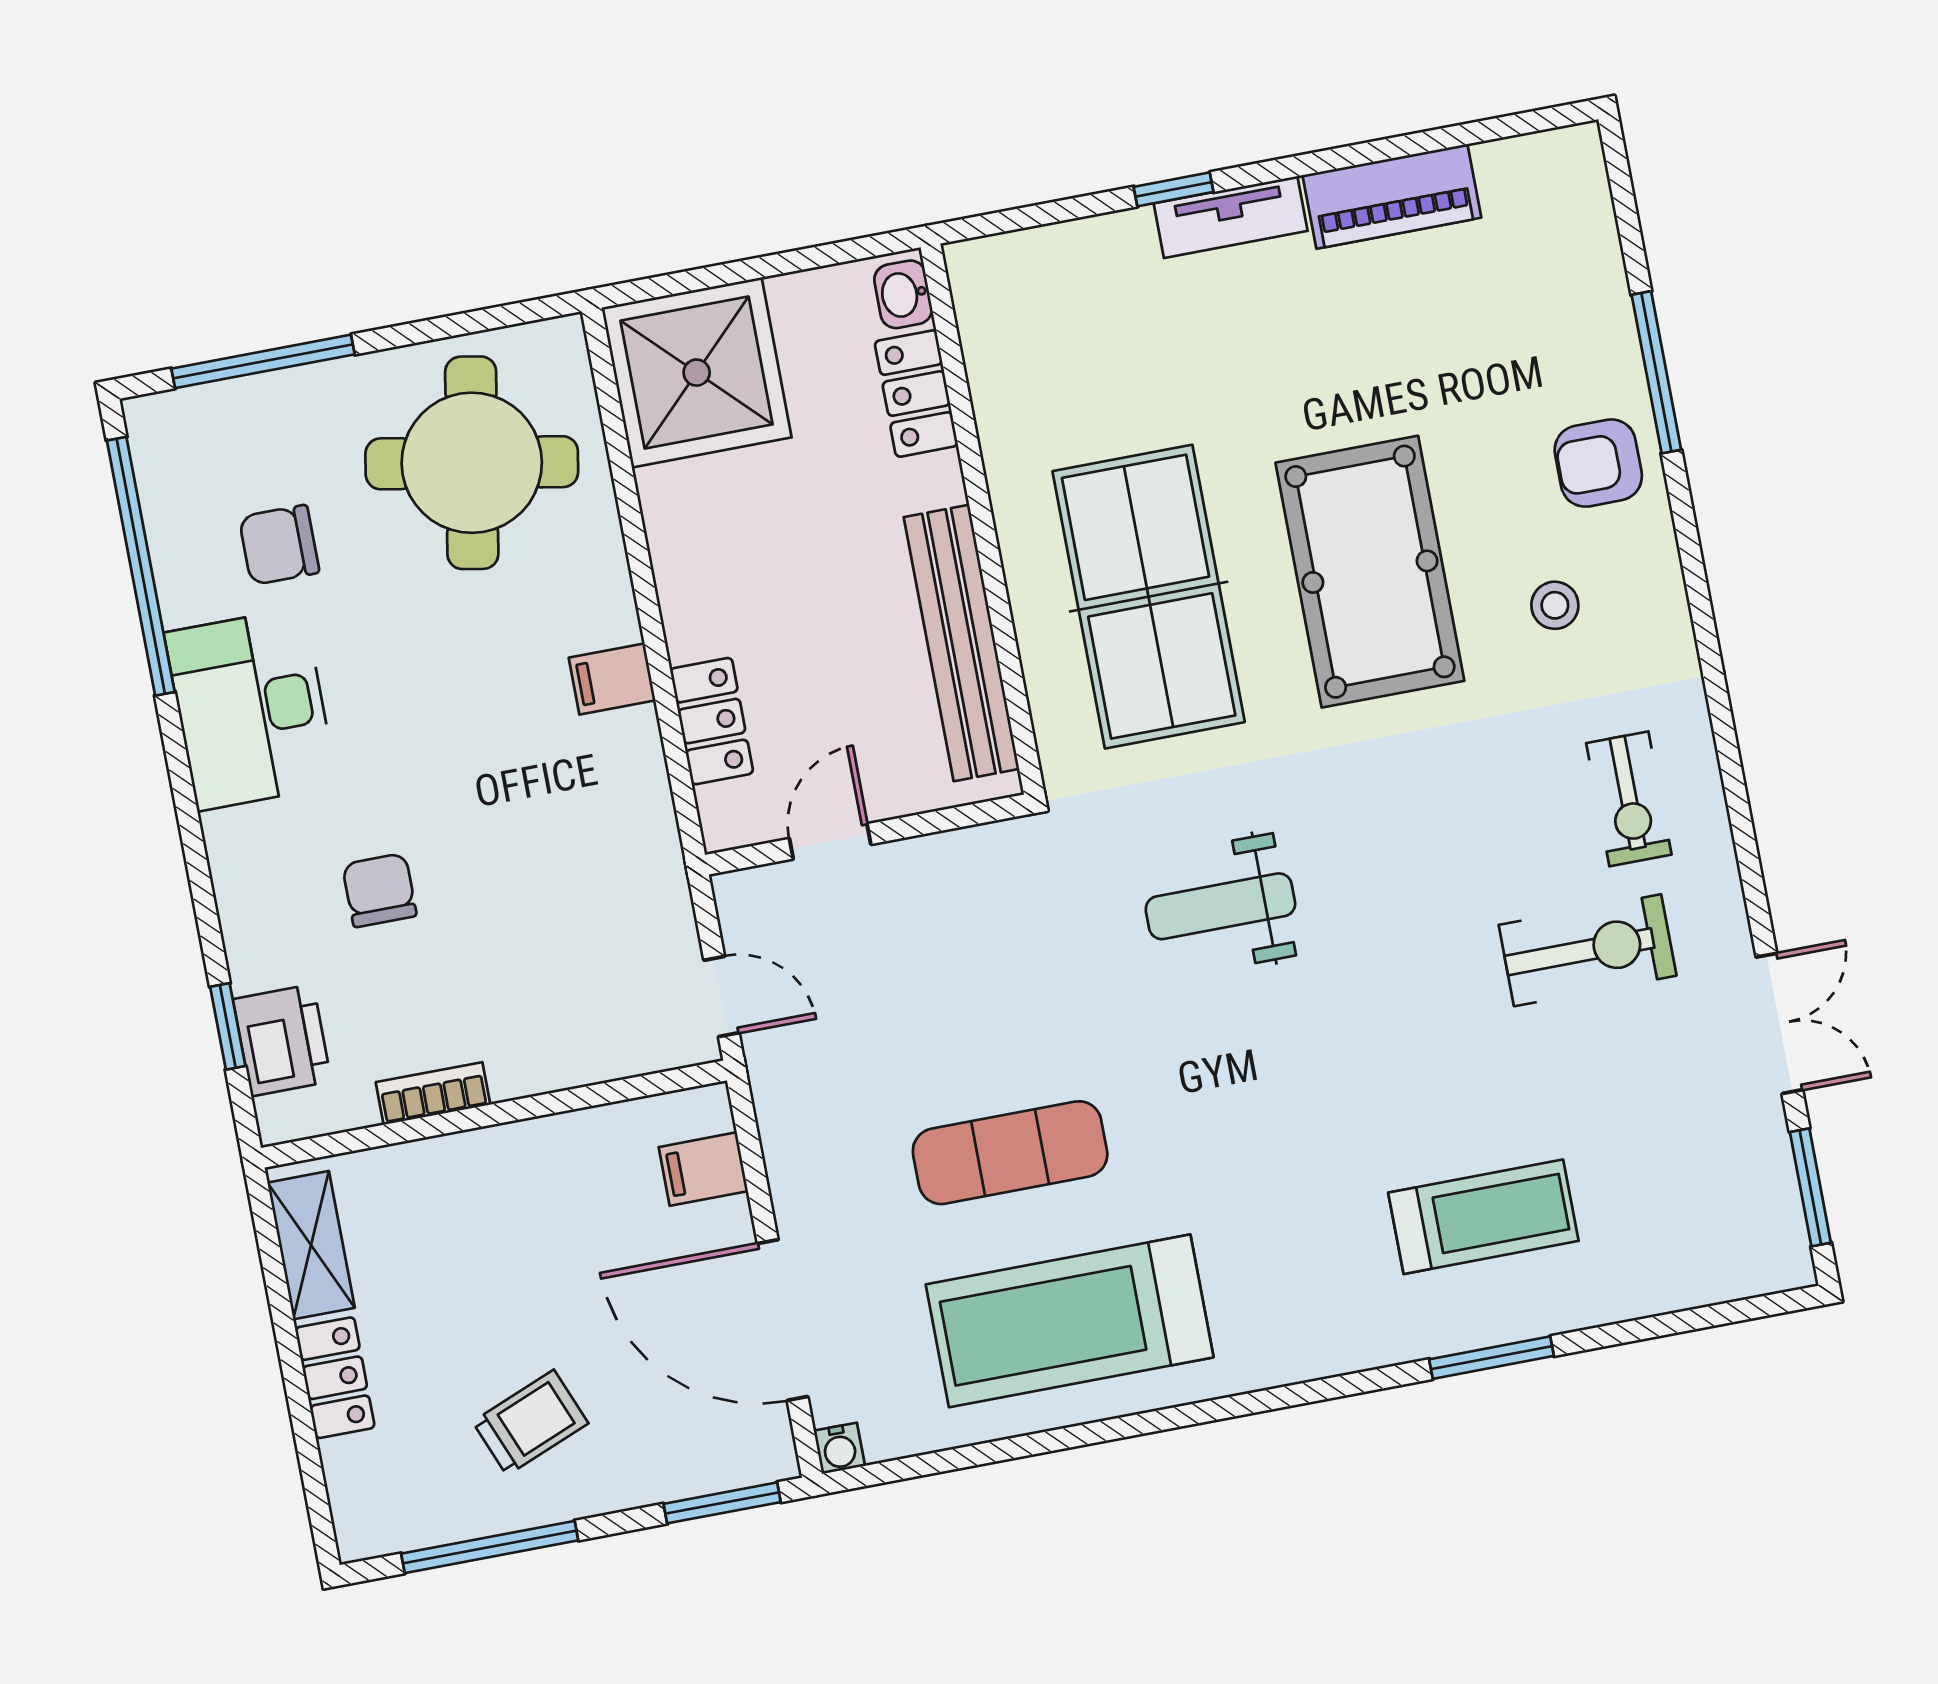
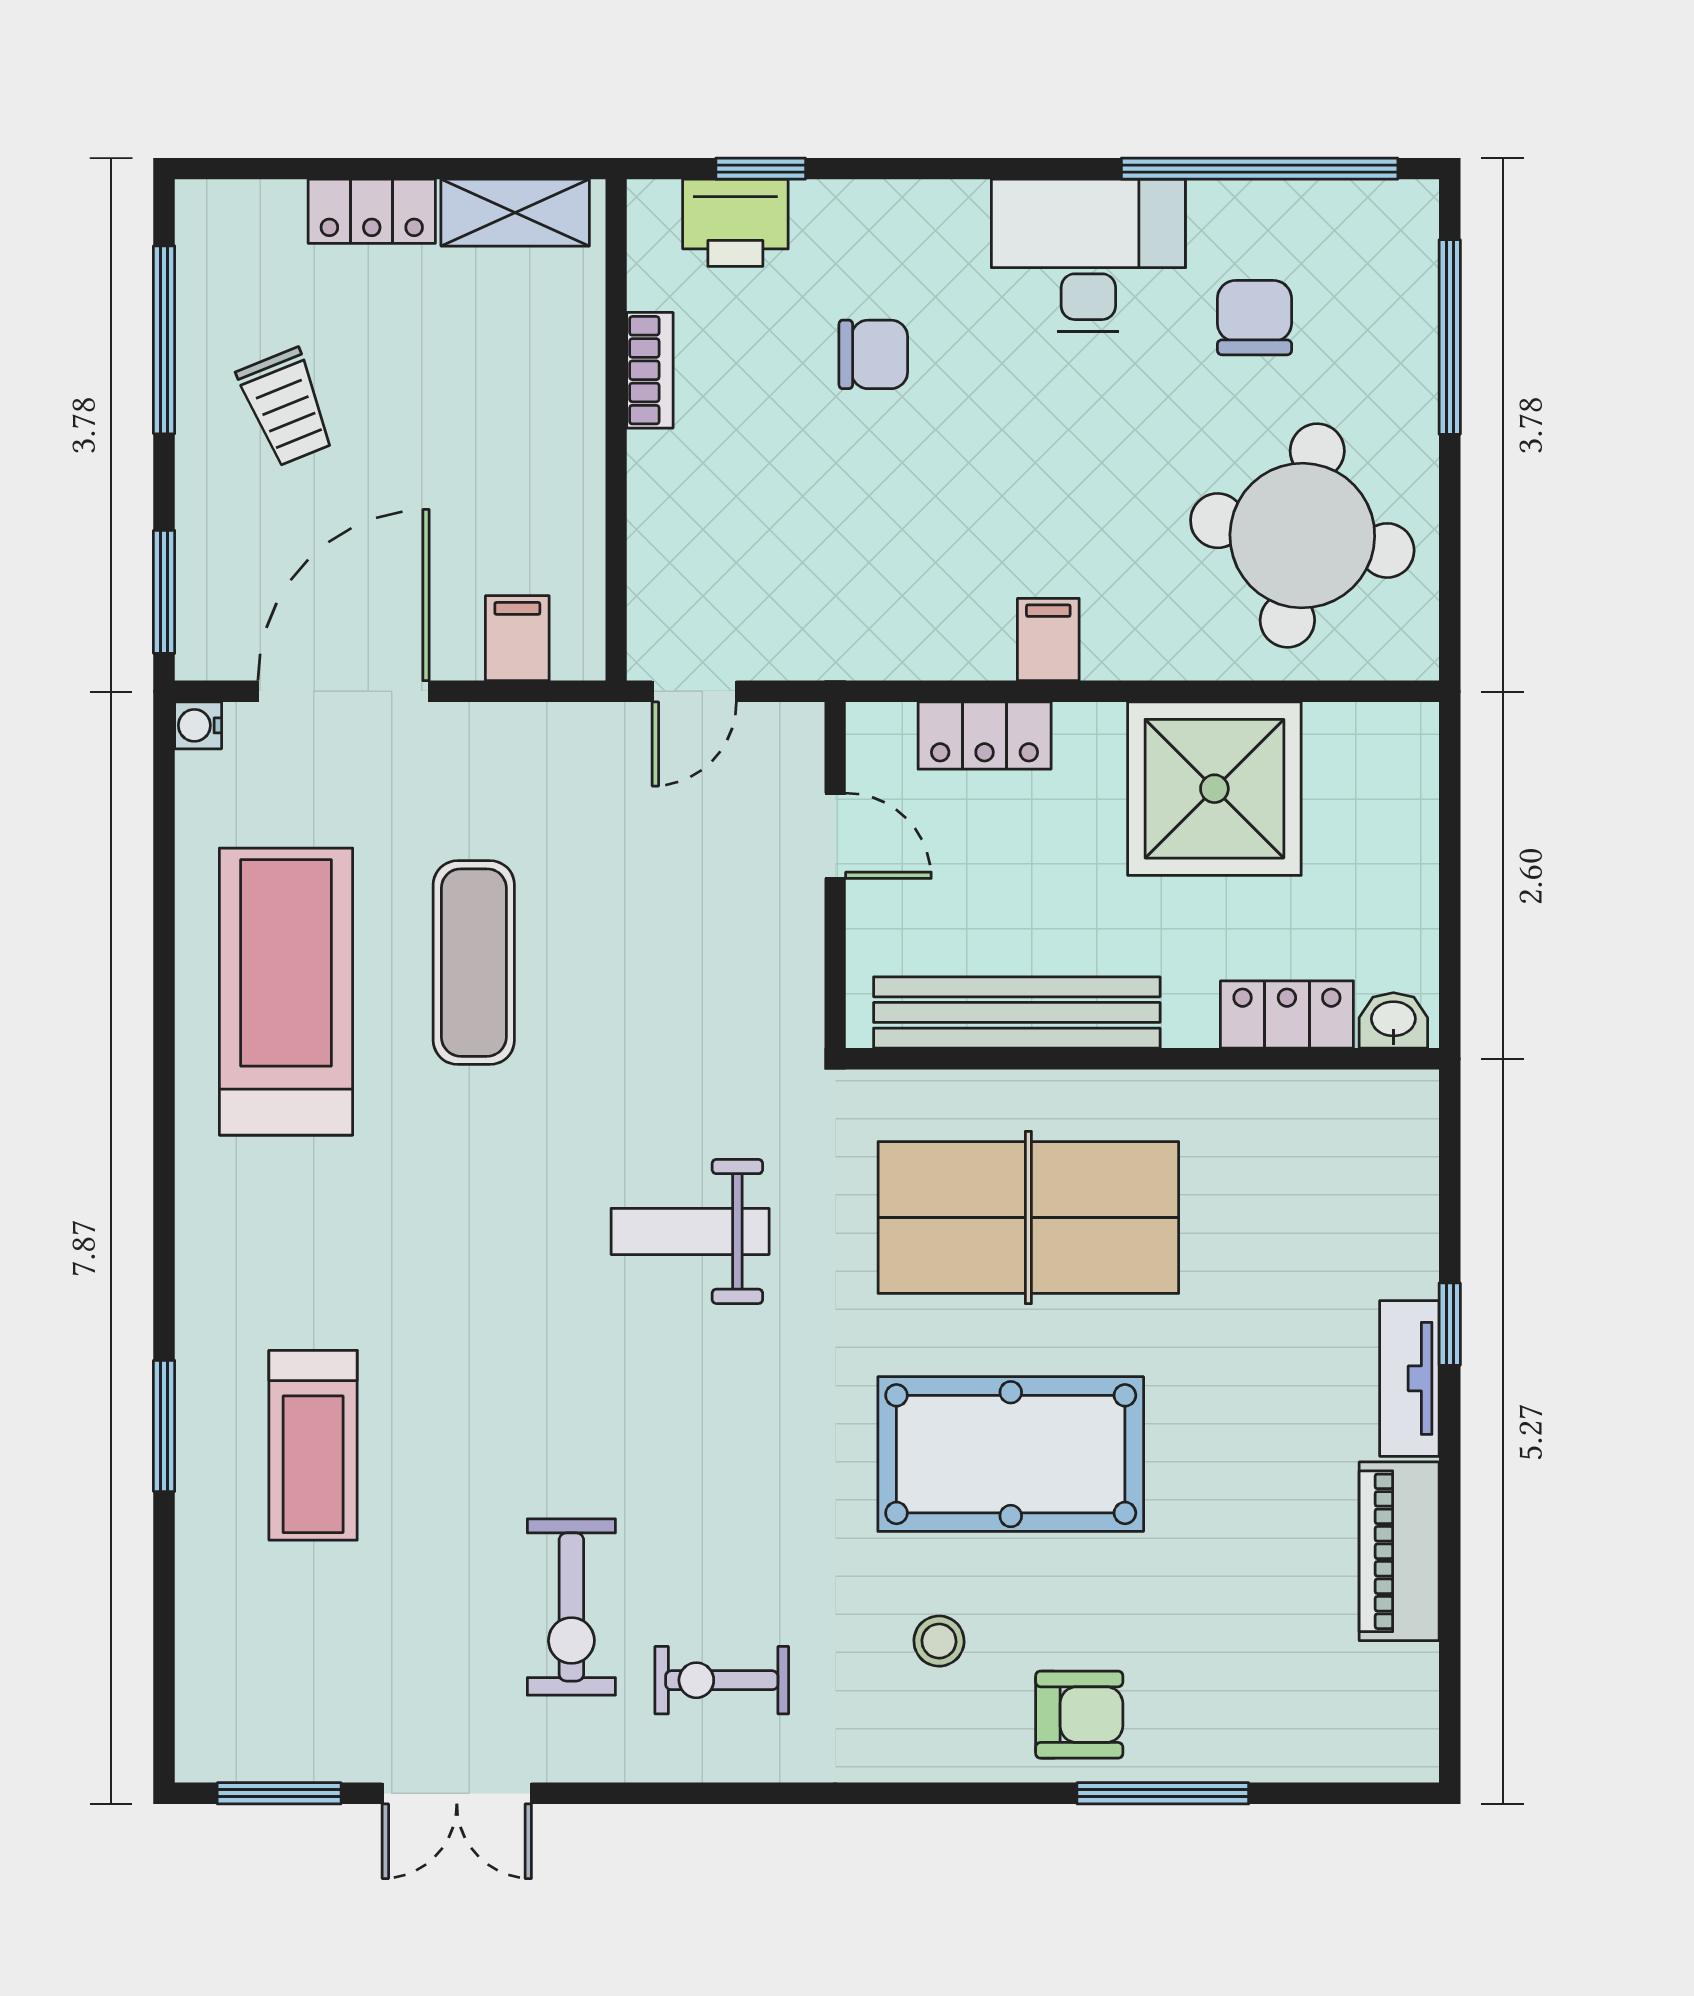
shower: (697, 373) -> (1214, 789), moved
armchair: (1598, 463) -> (1079, 1715), turned 90
weight bench: (1220, 906) -> (690, 1231), turned -90

